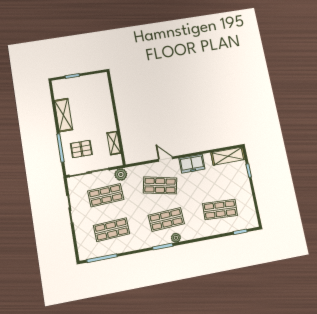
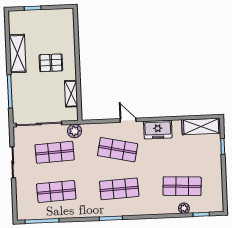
pallet: (81, 149) -> (51, 63), moved
plant: (176, 238) -> (184, 208), moved

